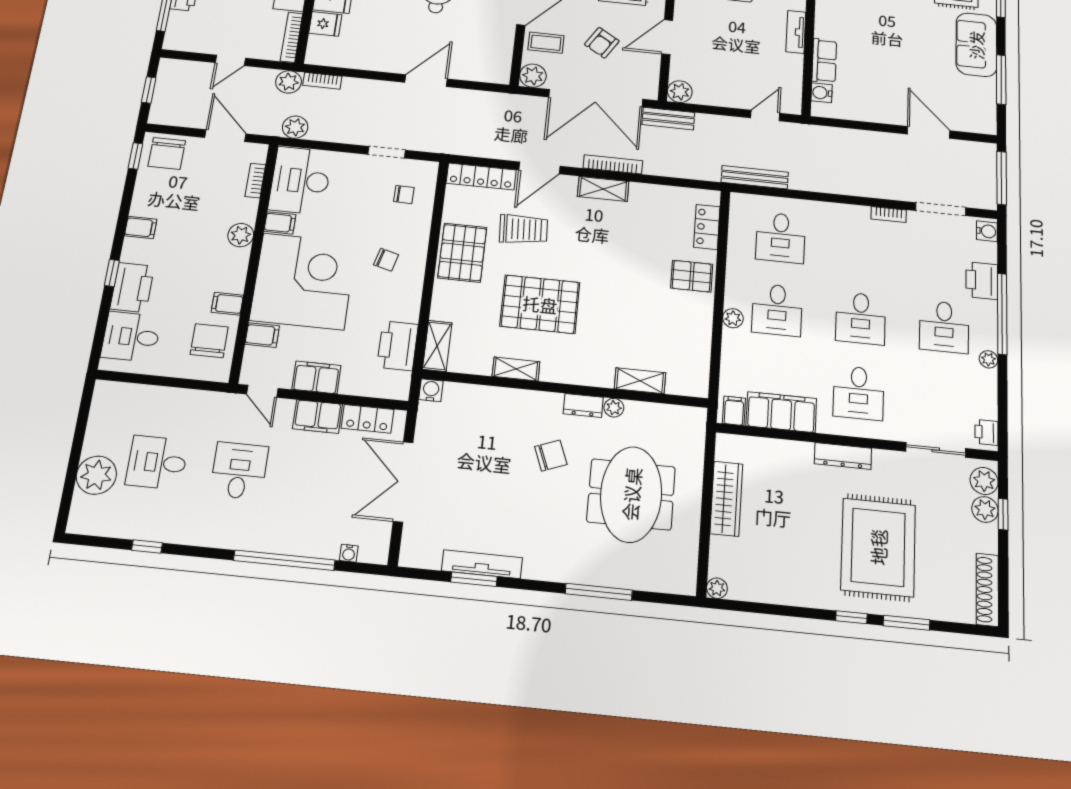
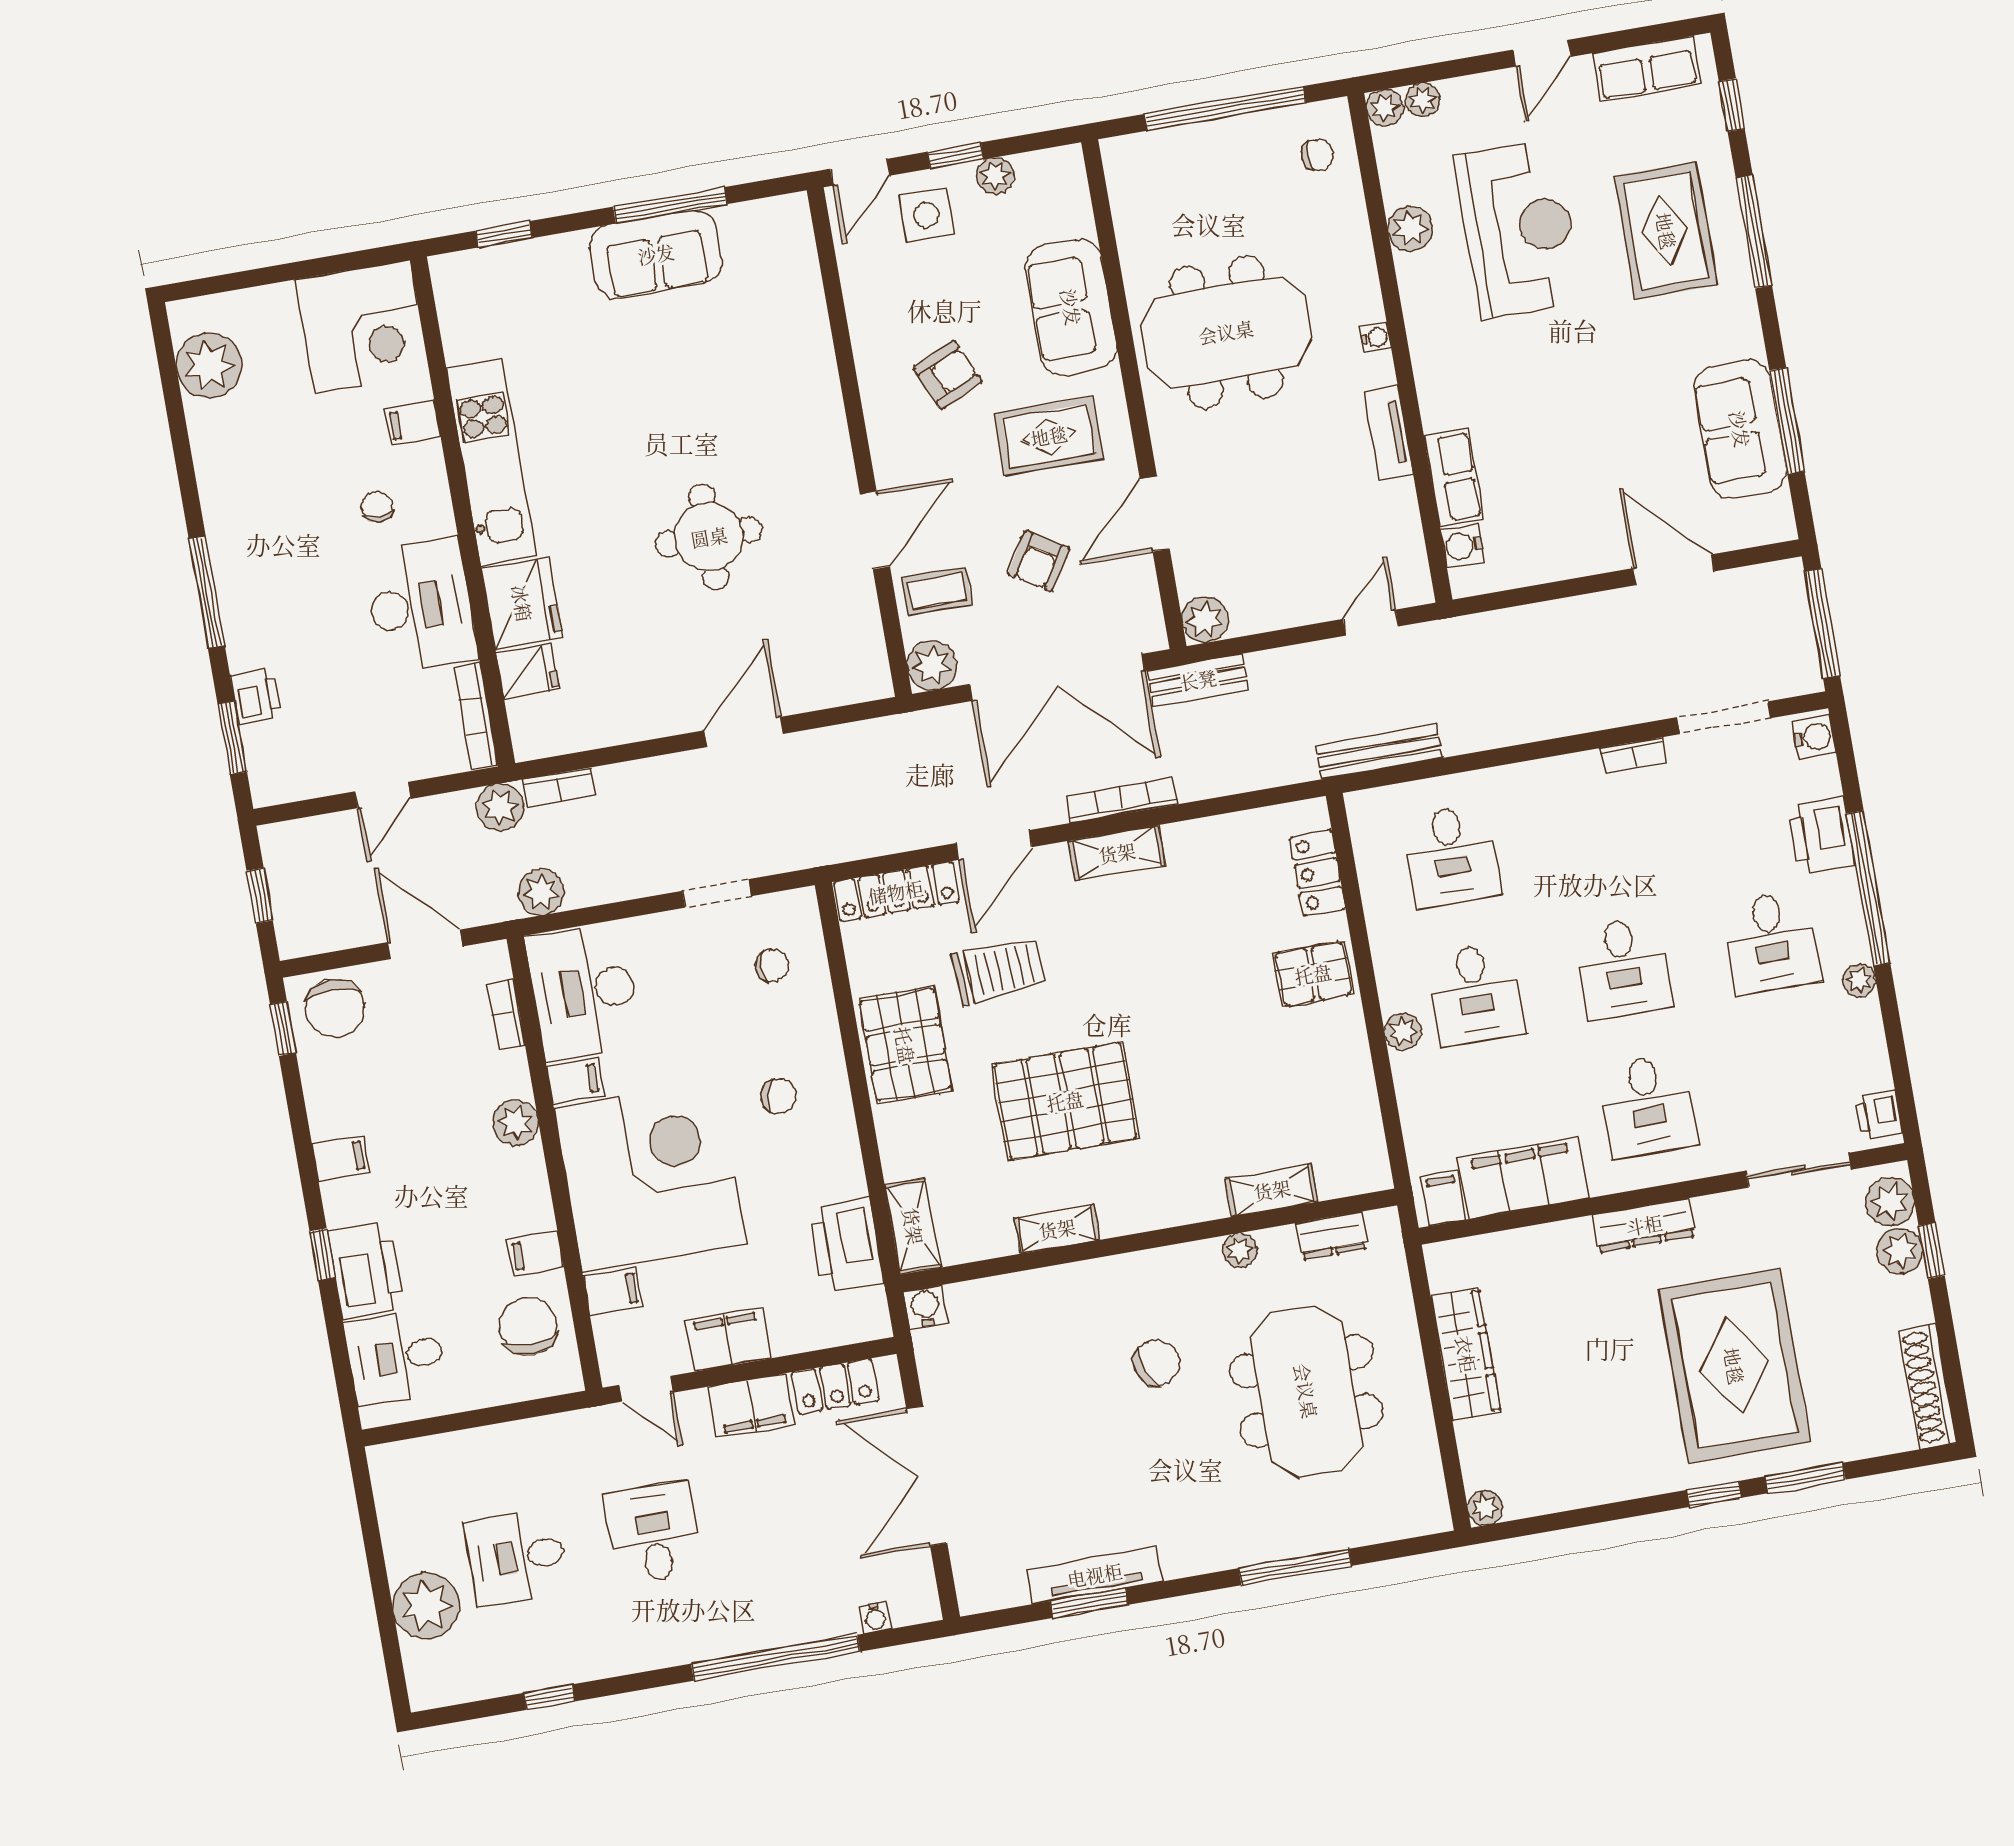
sofa: (976, 45) -> (1740, 429), moved
dresser: (583, 405) -> (1332, 1236), moved

